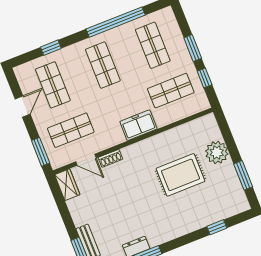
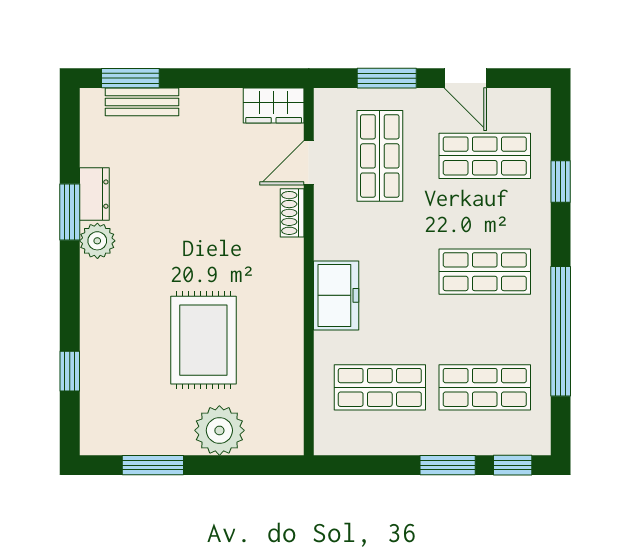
window: (205, 78) -> (513, 465), moved
shop shelf: (171, 91) -> (380, 387), turned 90
window: (41, 152) -> (387, 78), moved
plant: (156, 238) -> (97, 241), added

